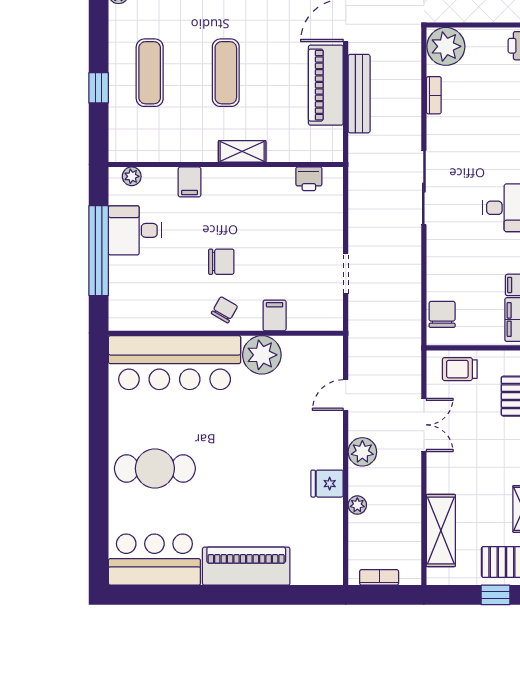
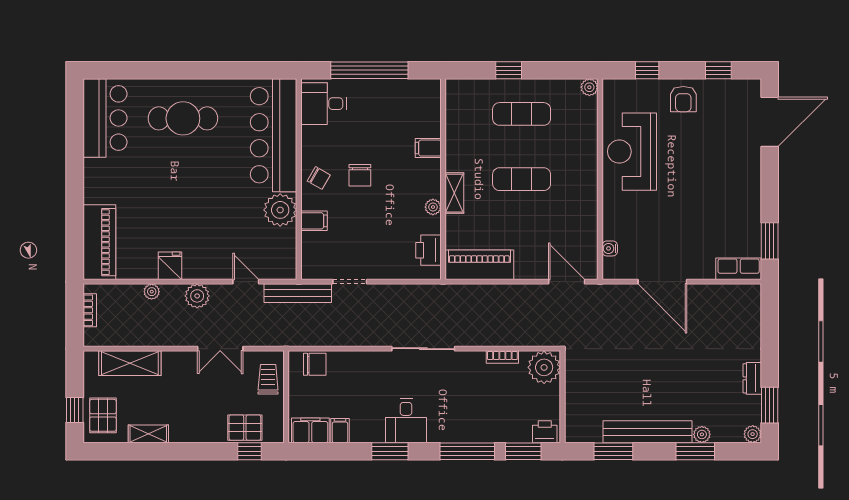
piano: (326, 85) -> (479, 265), moved
bench: (359, 94) -> (298, 293), moved
plant: (132, 176) -> (433, 207), moved
printer: (309, 179) -> (428, 250), width x1.36, depth x1.24
desk: (135, 230) -> (323, 104), moved, turned -90
cafe table: (155, 468) -> (183, 118), turned 90
piano: (246, 566) -> (99, 242), moved

